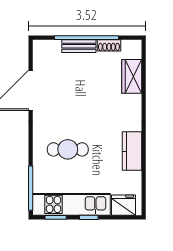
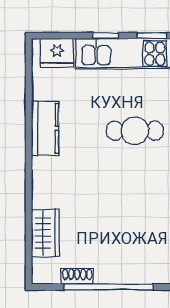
bench: (79, 46) -> (119, 275), removed

